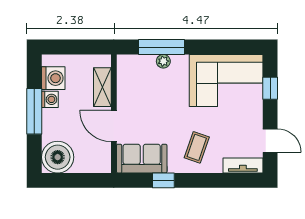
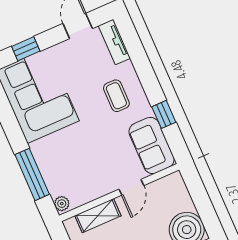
plant: (163, 61) -> (62, 204), moved
door: (114, 126) -> (131, 187), width x0.73
coffee table: (197, 147) -> (116, 96), turned 71

